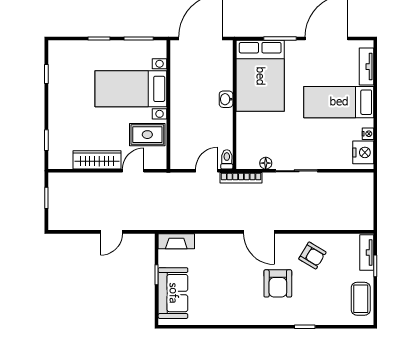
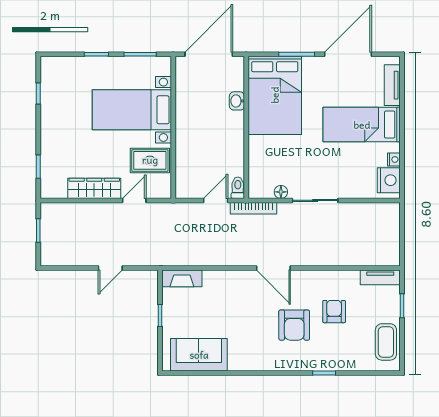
washbasin: (226, 99) -> (237, 101), moved
tv unit: (367, 252) -> (380, 277), moved, turned -90
armchair: (312, 256) -> (334, 312), moved, turned -121
sofa: (173, 293) -> (199, 355), moved, turned -90

